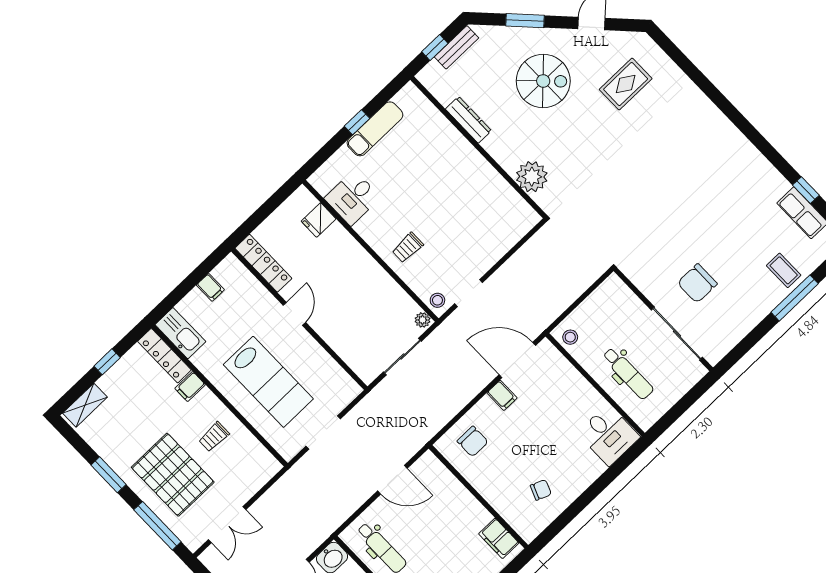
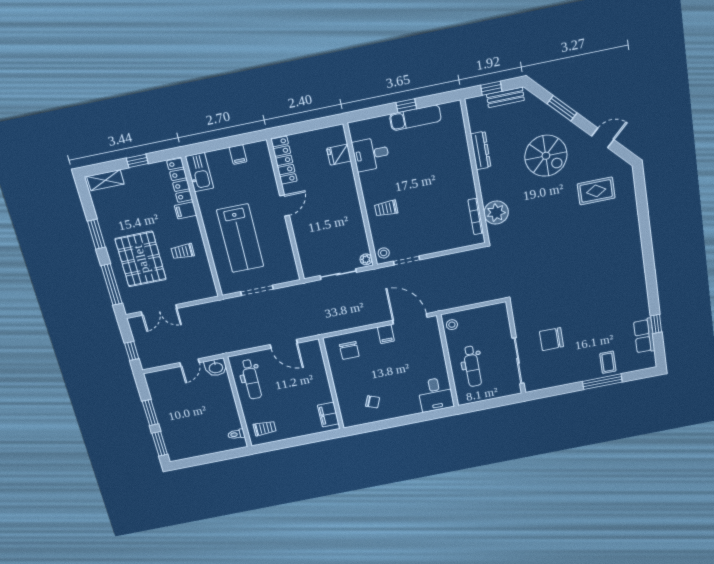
bookcase: (512, 195) -> (476, 216), added

